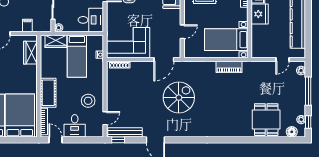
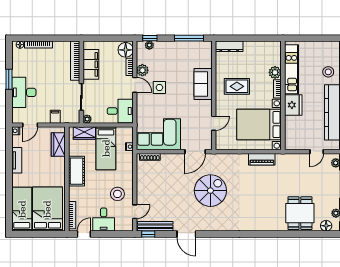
bed with nightstands: (226, 40) -> (259, 124), width x1.36
cot: (48, 93) -> (76, 171), moved
door: (55, 140) -> (84, 234), hinge flipped

